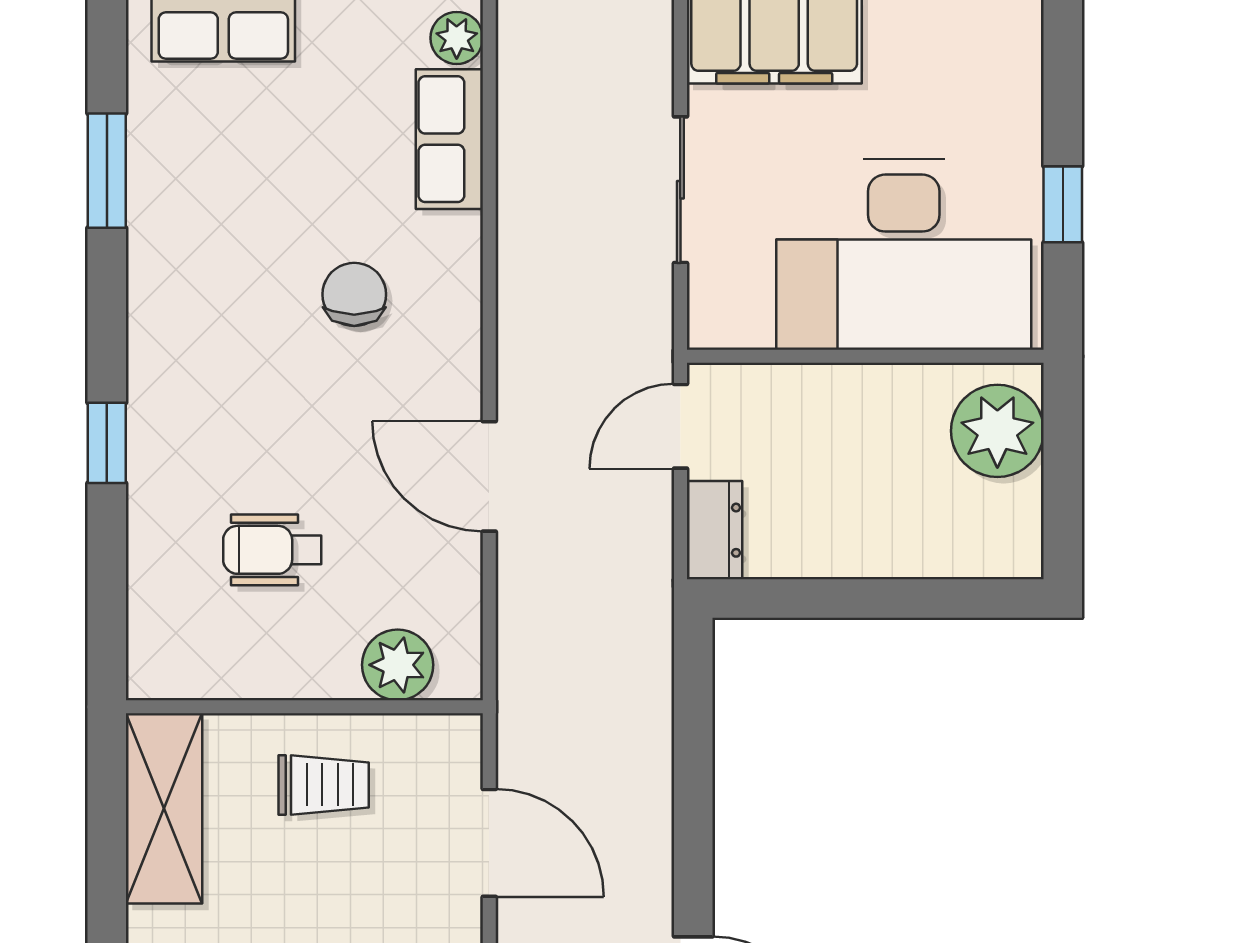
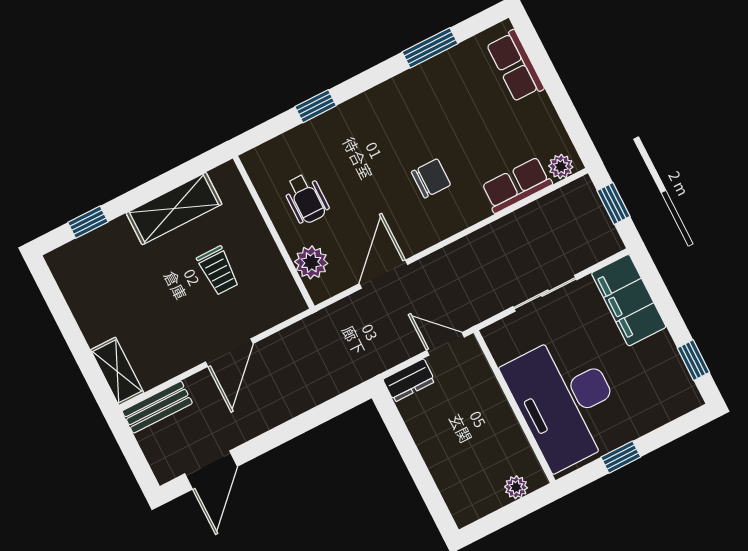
plant: (997, 431) -> (516, 487), width x0.53, depth x0.53
wheelchair: (272, 550) -> (306, 199), turned 180
plant: (398, 665) -> (311, 262), moved
wall: (304, 707) -> (274, 232), moved

